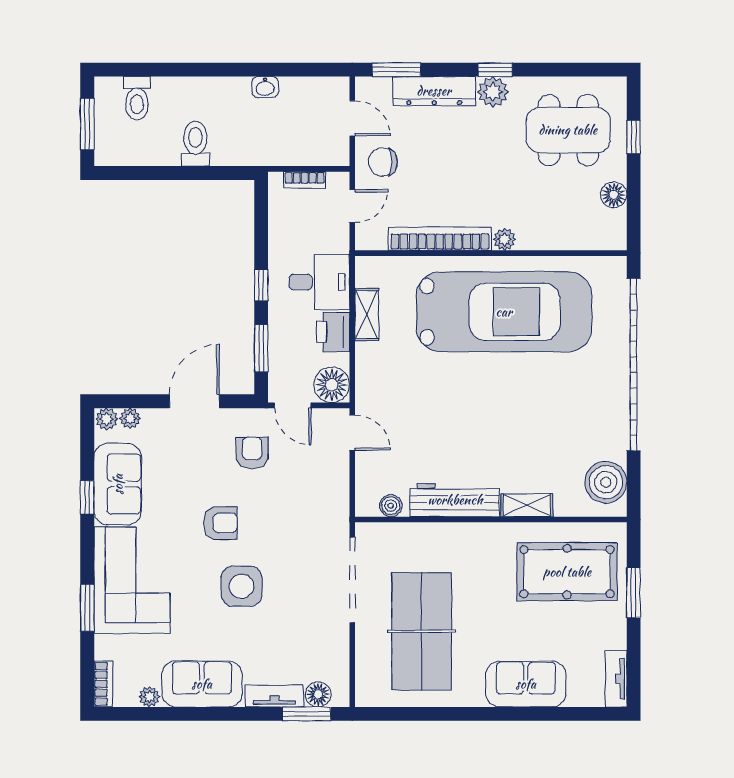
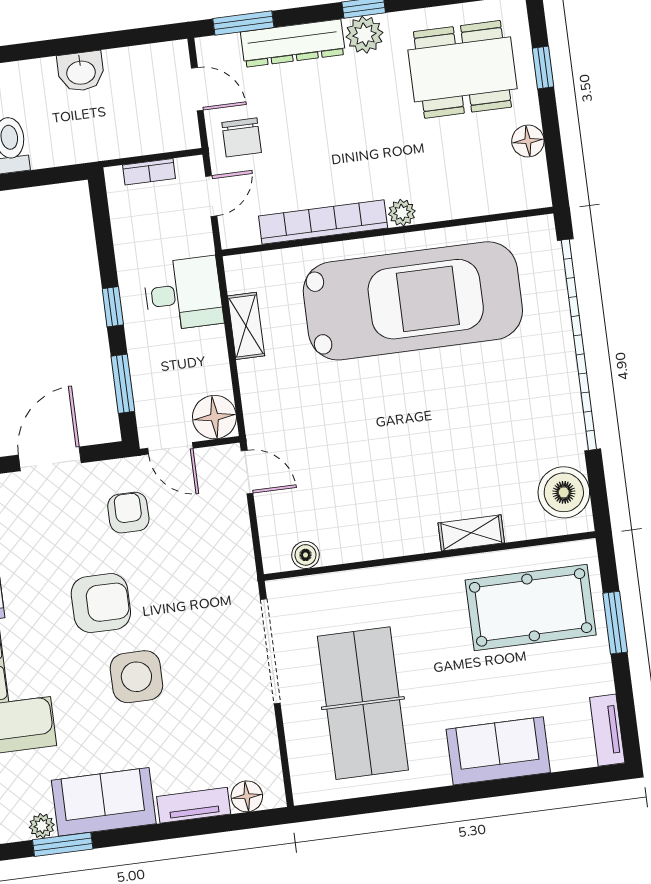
washbasin: (265, 87) -> (81, 72), width x1.38, depth x1.45
chair: (383, 162) -> (242, 137), turned -90
printer: (333, 332) -> (208, 353), removed
workbench: (455, 500) -> (382, 538), removed
armchair: (221, 523) -> (101, 603), width x1.38, depth x1.38
window: (306, 714) -> (63, 844), moved

